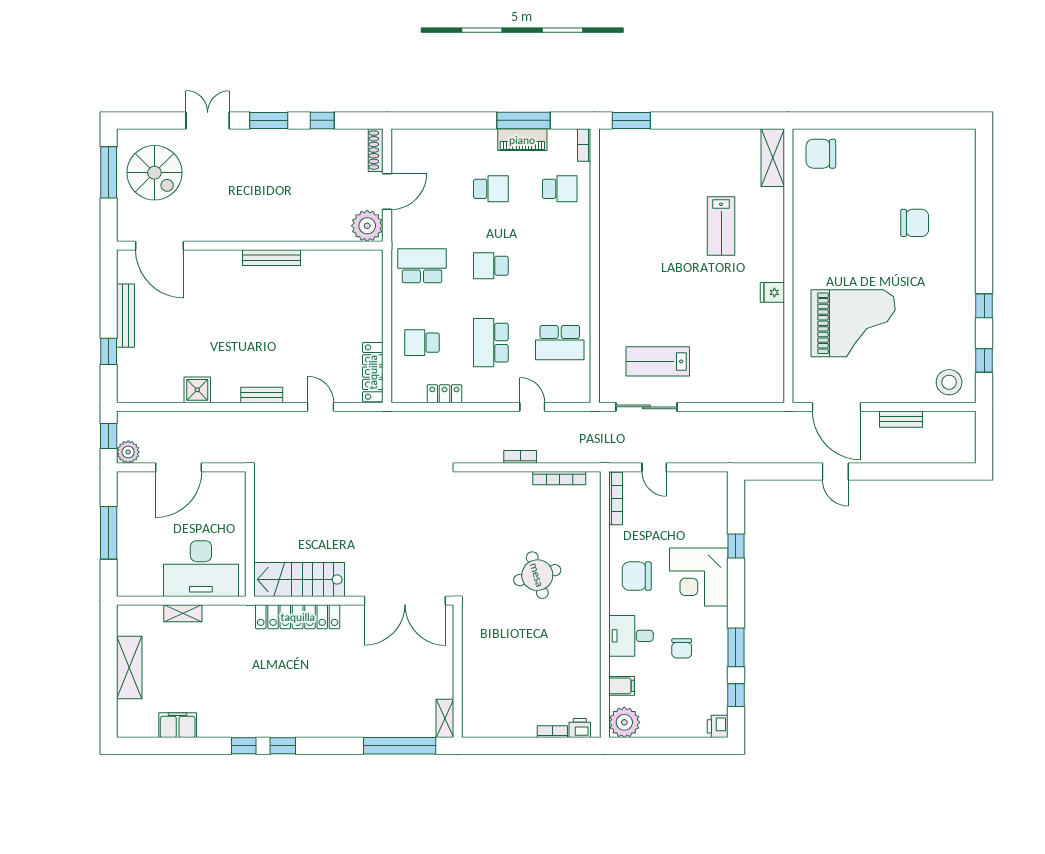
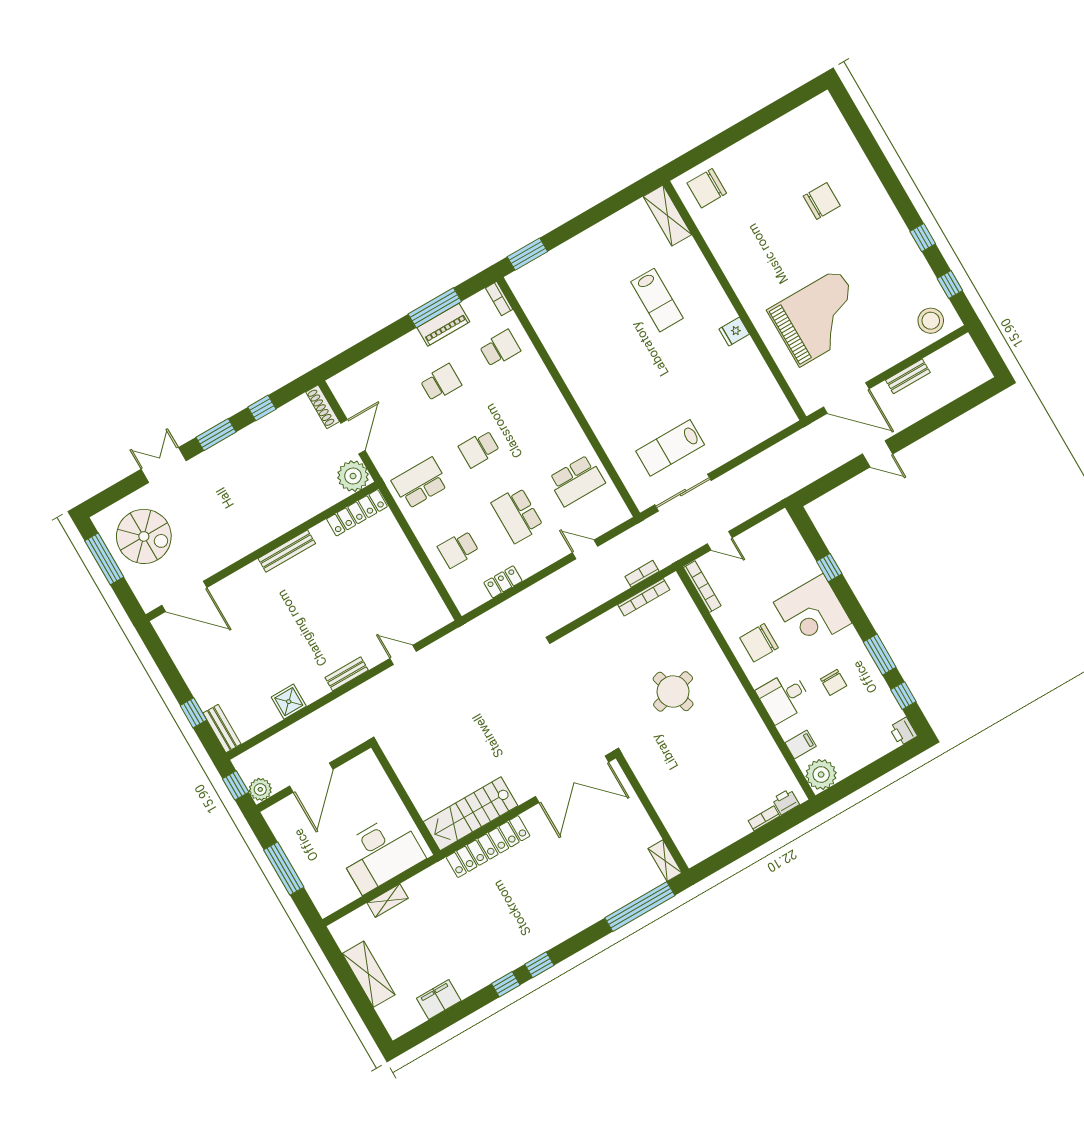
bench: (126, 316) -> (222, 729), moved, width x0.73
locker: (373, 372) -> (357, 513), moved, turned -90
bookcase: (520, 457) -> (642, 574), moved

